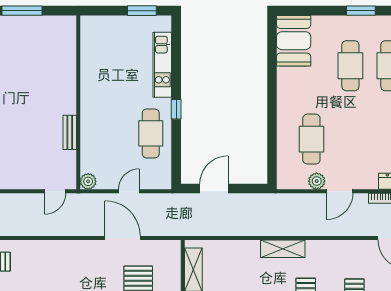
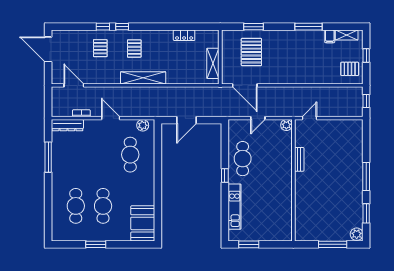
plant: (317, 181) -> (143, 125), moved
door: (214, 189) -> (186, 120), moved
door: (340, 191) -> (111, 118), hinge flipped
door: (123, 238) -> (245, 85), moved
shelving: (283, 249) -> (143, 78), width x1.47

